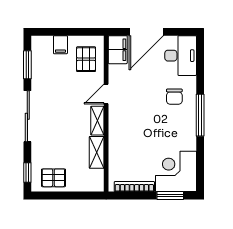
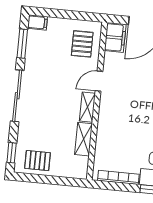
filing cabinet: (60, 45) -> (38, 22), moved, turned -90

